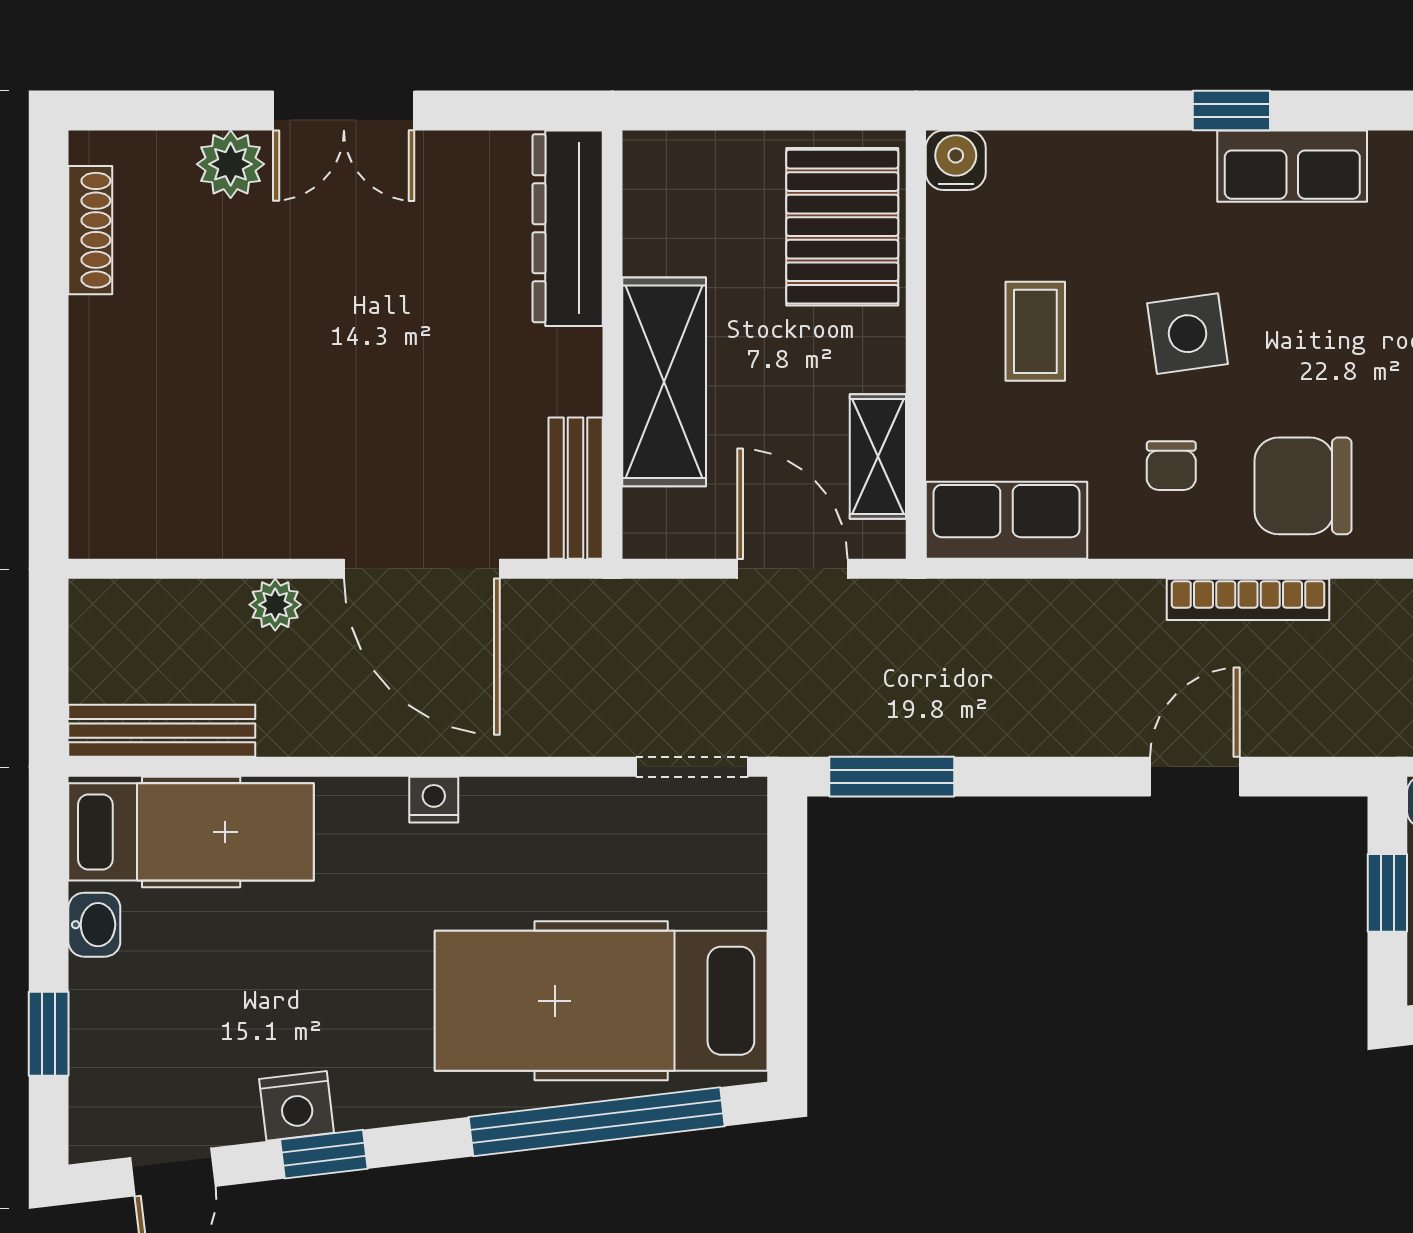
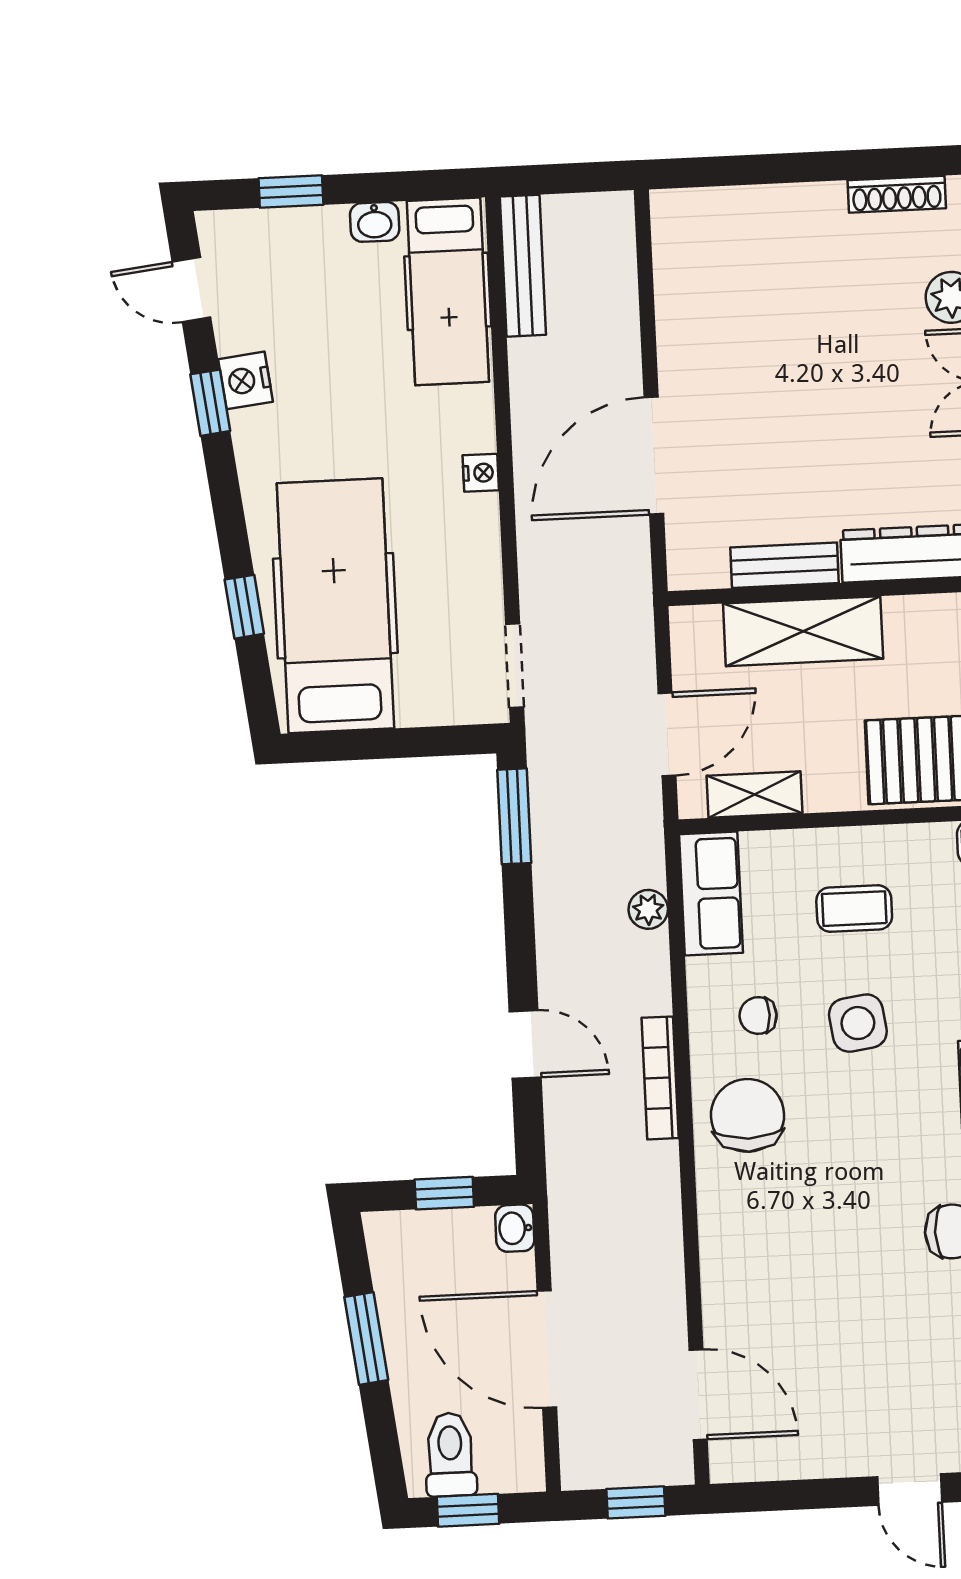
bench: (576, 488) -> (785, 565), moved
plant: (275, 605) -> (648, 909), moved
window: (597, 1122) -> (244, 607), width x0.32

